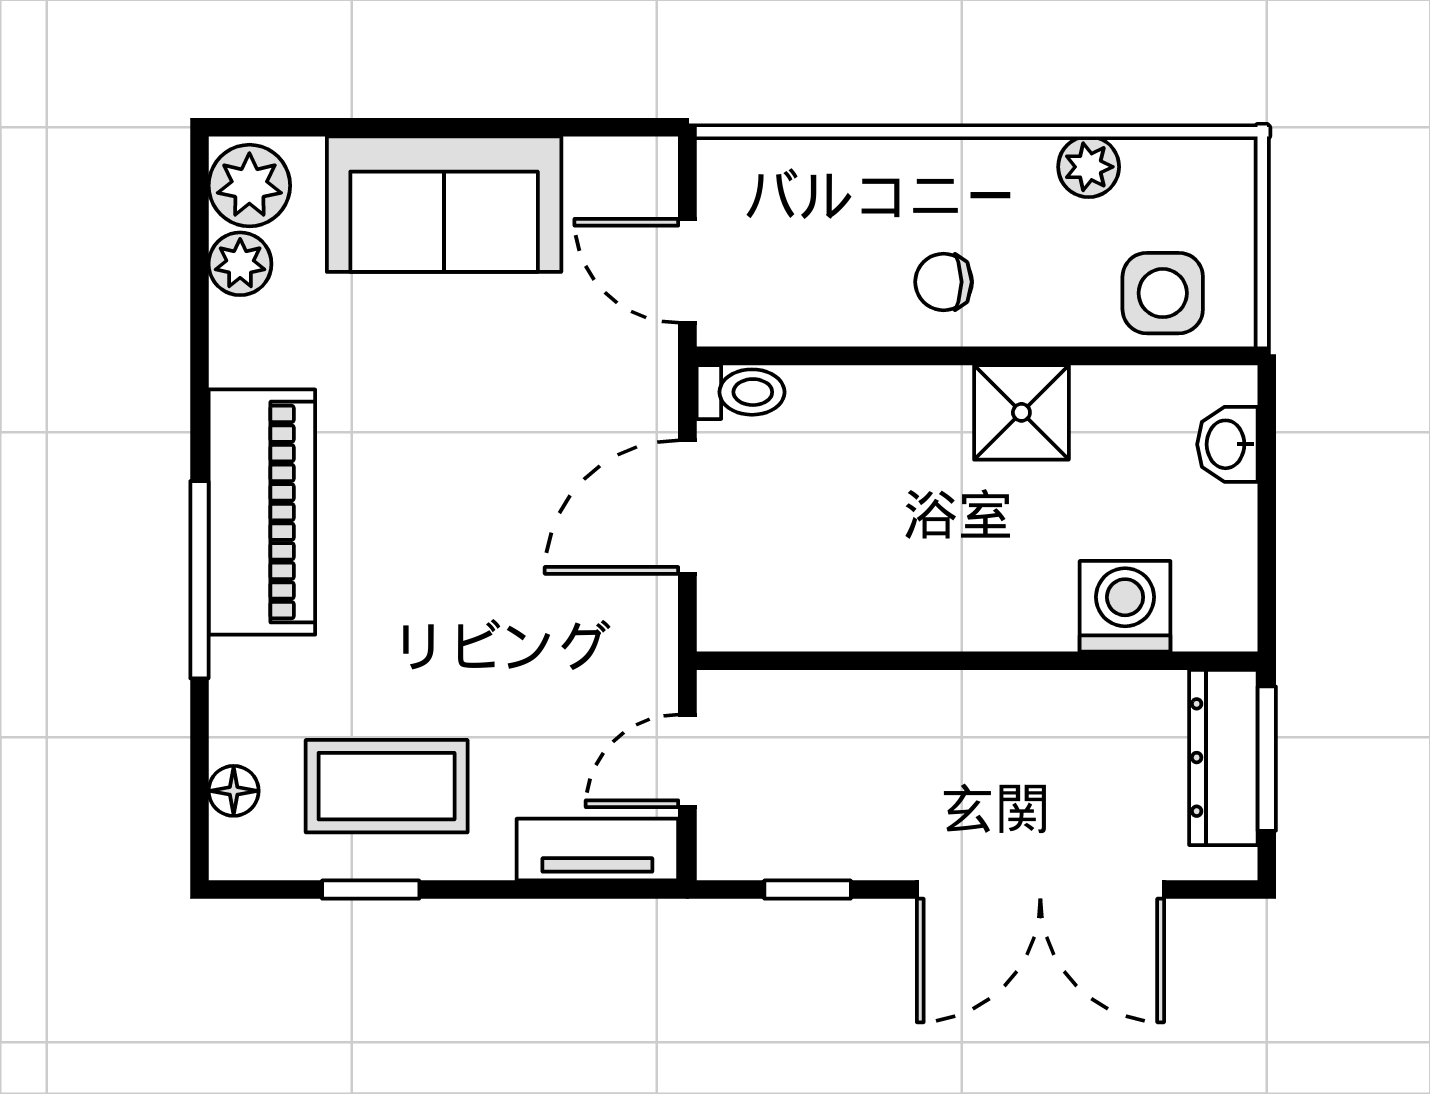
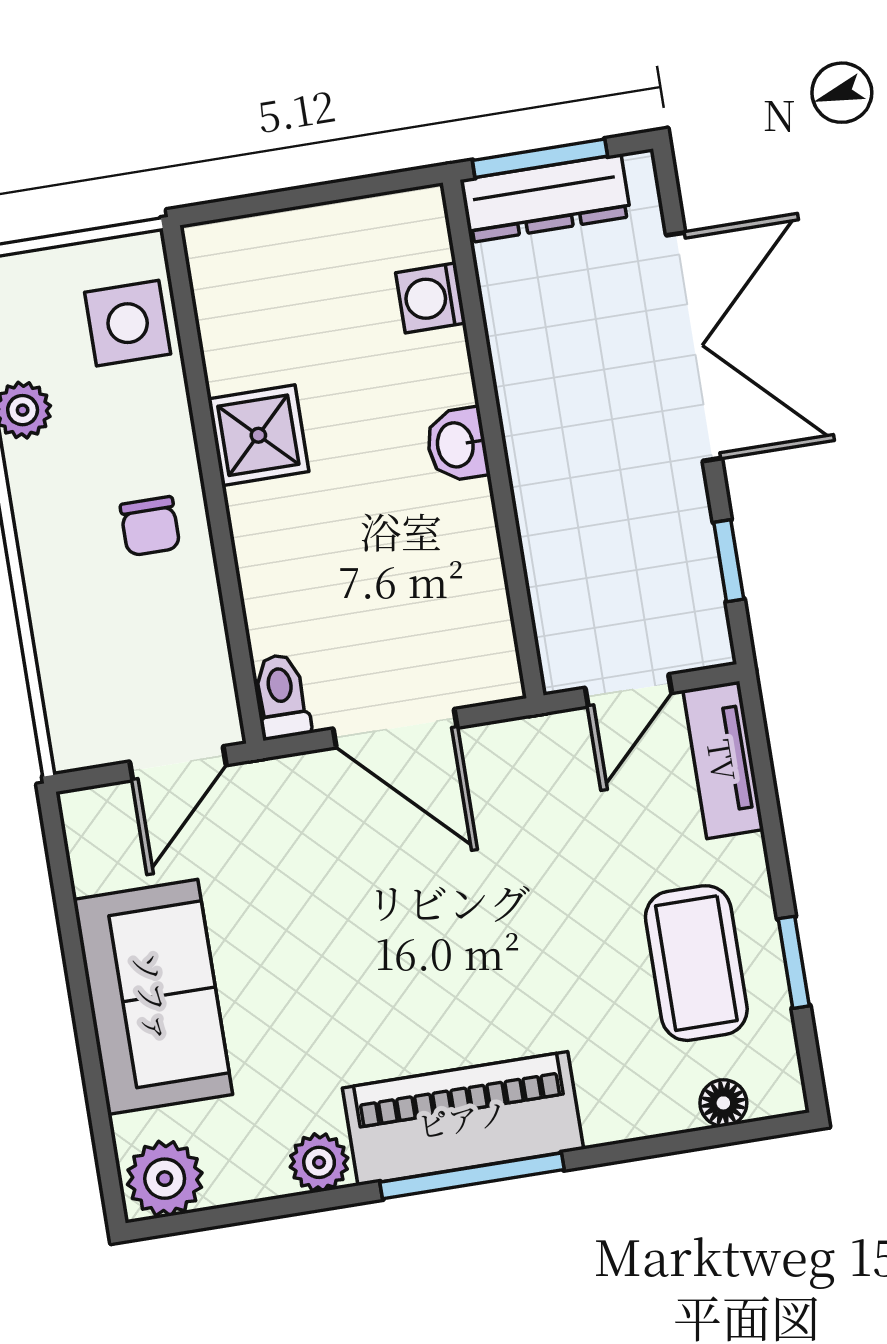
plant: (240, 264) -> (319, 1162), moved
washbasin: (1227, 444) -> (457, 445), moved, turned 90
window: (199, 580) -> (472, 1176), moved
washing machine: (1125, 606) -> (431, 298), width x0.73, depth x0.73
door: (687, 761) -> (628, 690), hinge flipped

